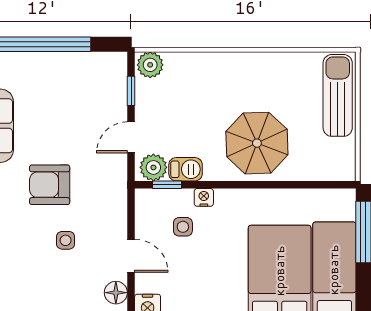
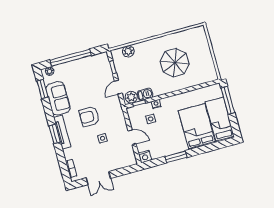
plant: (150, 65) -> (128, 51), moved
sun lounger: (338, 95) -> (201, 45), removed
parasol: (257, 143) -> (175, 63), moved
floor lamp: (116, 293) -> (130, 155), removed

